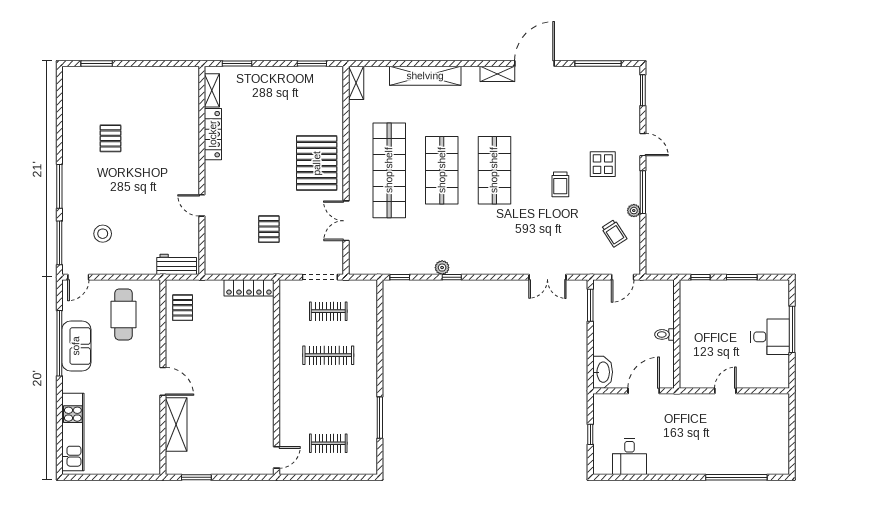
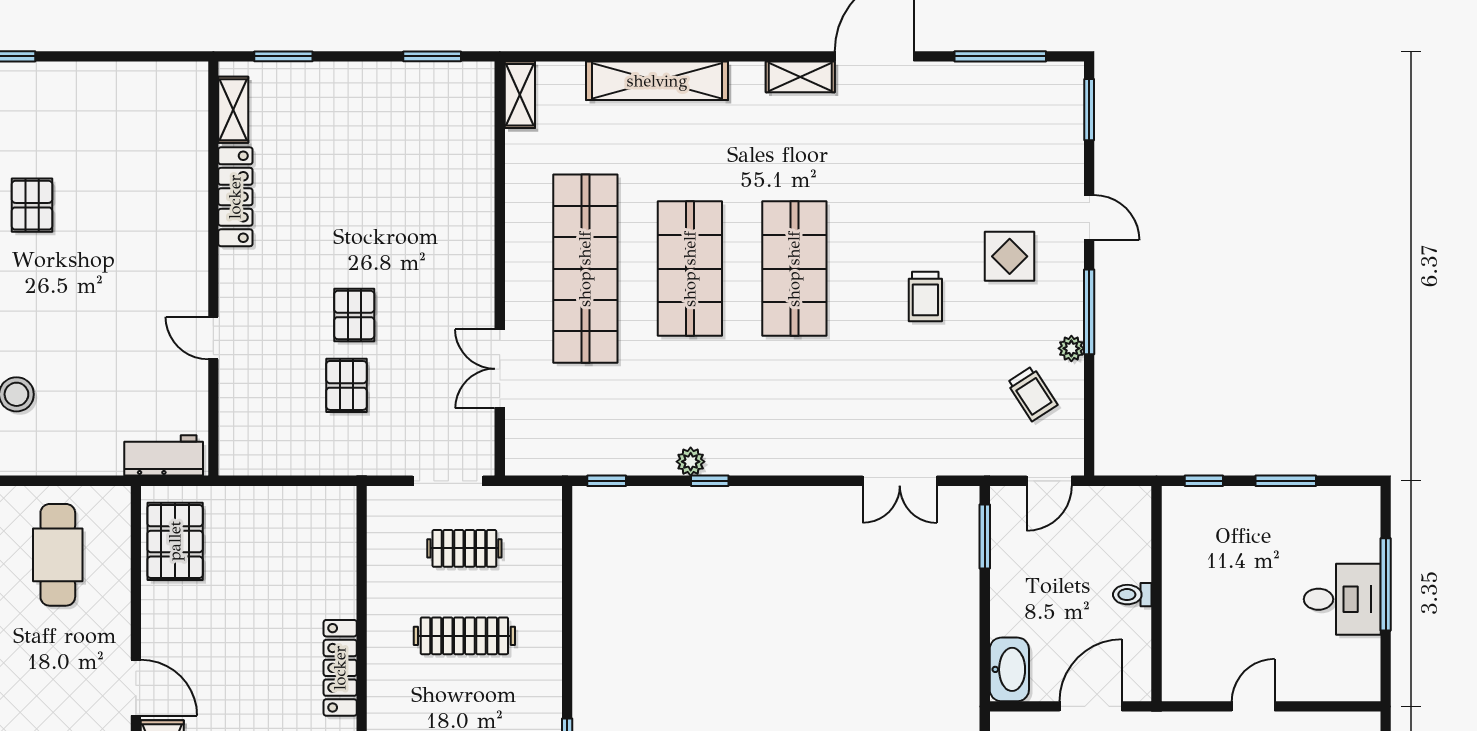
pallet: (317, 163) -> (354, 315), moved, width x0.49, depth x0.50
locker: (249, 288) -> (340, 668), moved, turned 90
pallet: (183, 308) -> (175, 541), width x1.50, depth x1.42

